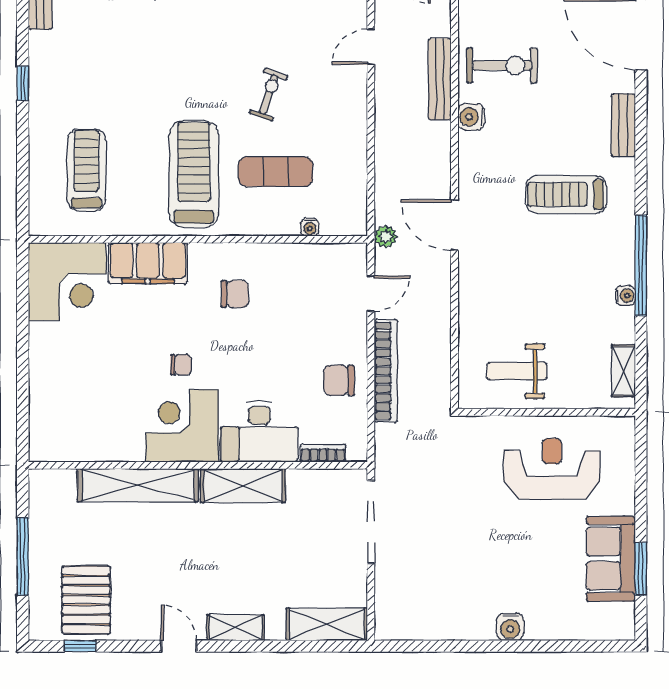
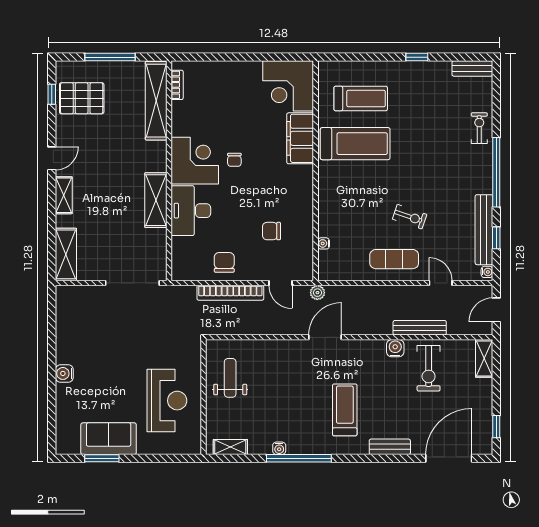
exercise mat: (276, 172) -> (394, 259), moved, turned 90
treadmill: (194, 174) -> (355, 144), moved
chair: (235, 294) -> (271, 231), moved, turned 90
bookcase: (323, 453) -> (177, 85), moved
shelving: (138, 485) -> (156, 101), moved

